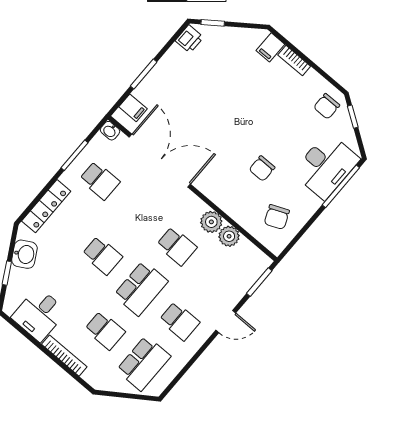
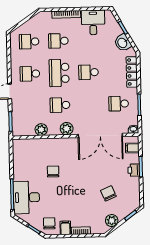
plant: (243, 38) -> (112, 221), added
printer: (189, 39) -> (134, 170), moved
filing cabinet: (270, 47) -> (65, 228), moved
chair: (277, 217) -> (108, 193), moved
plant: (211, 222) -> (67, 129), moved
school desk: (143, 363) -> (29, 42), width x0.54

